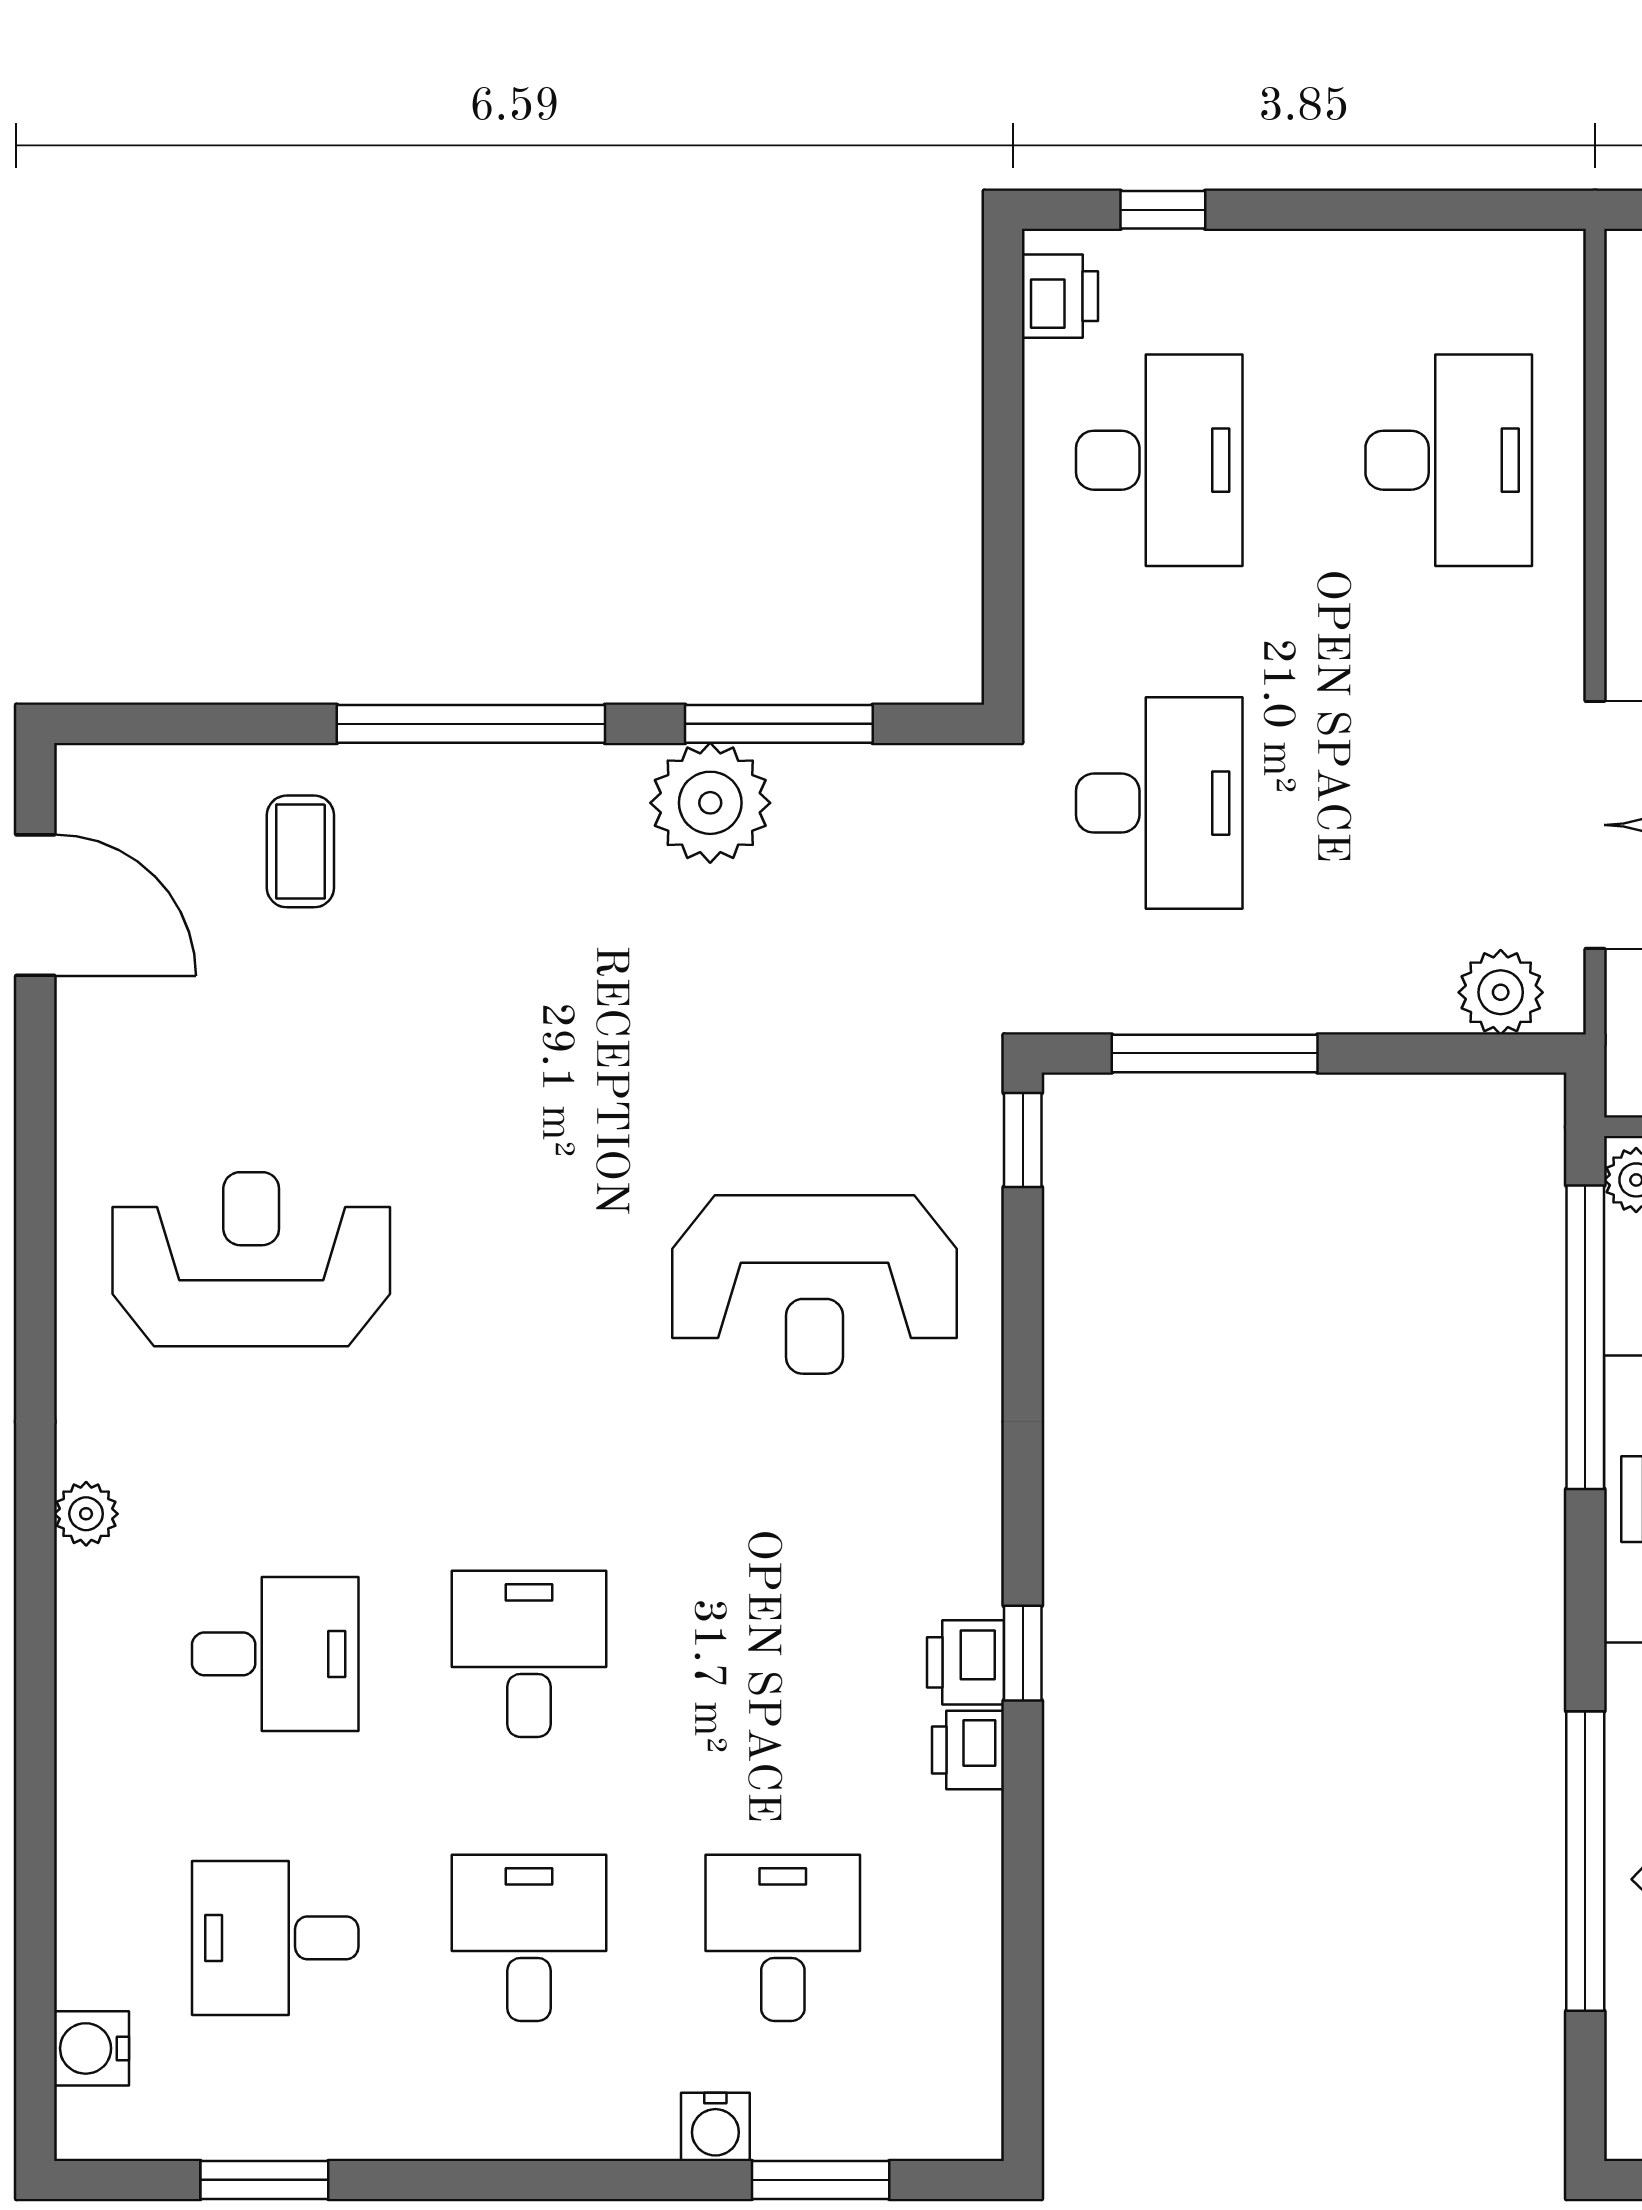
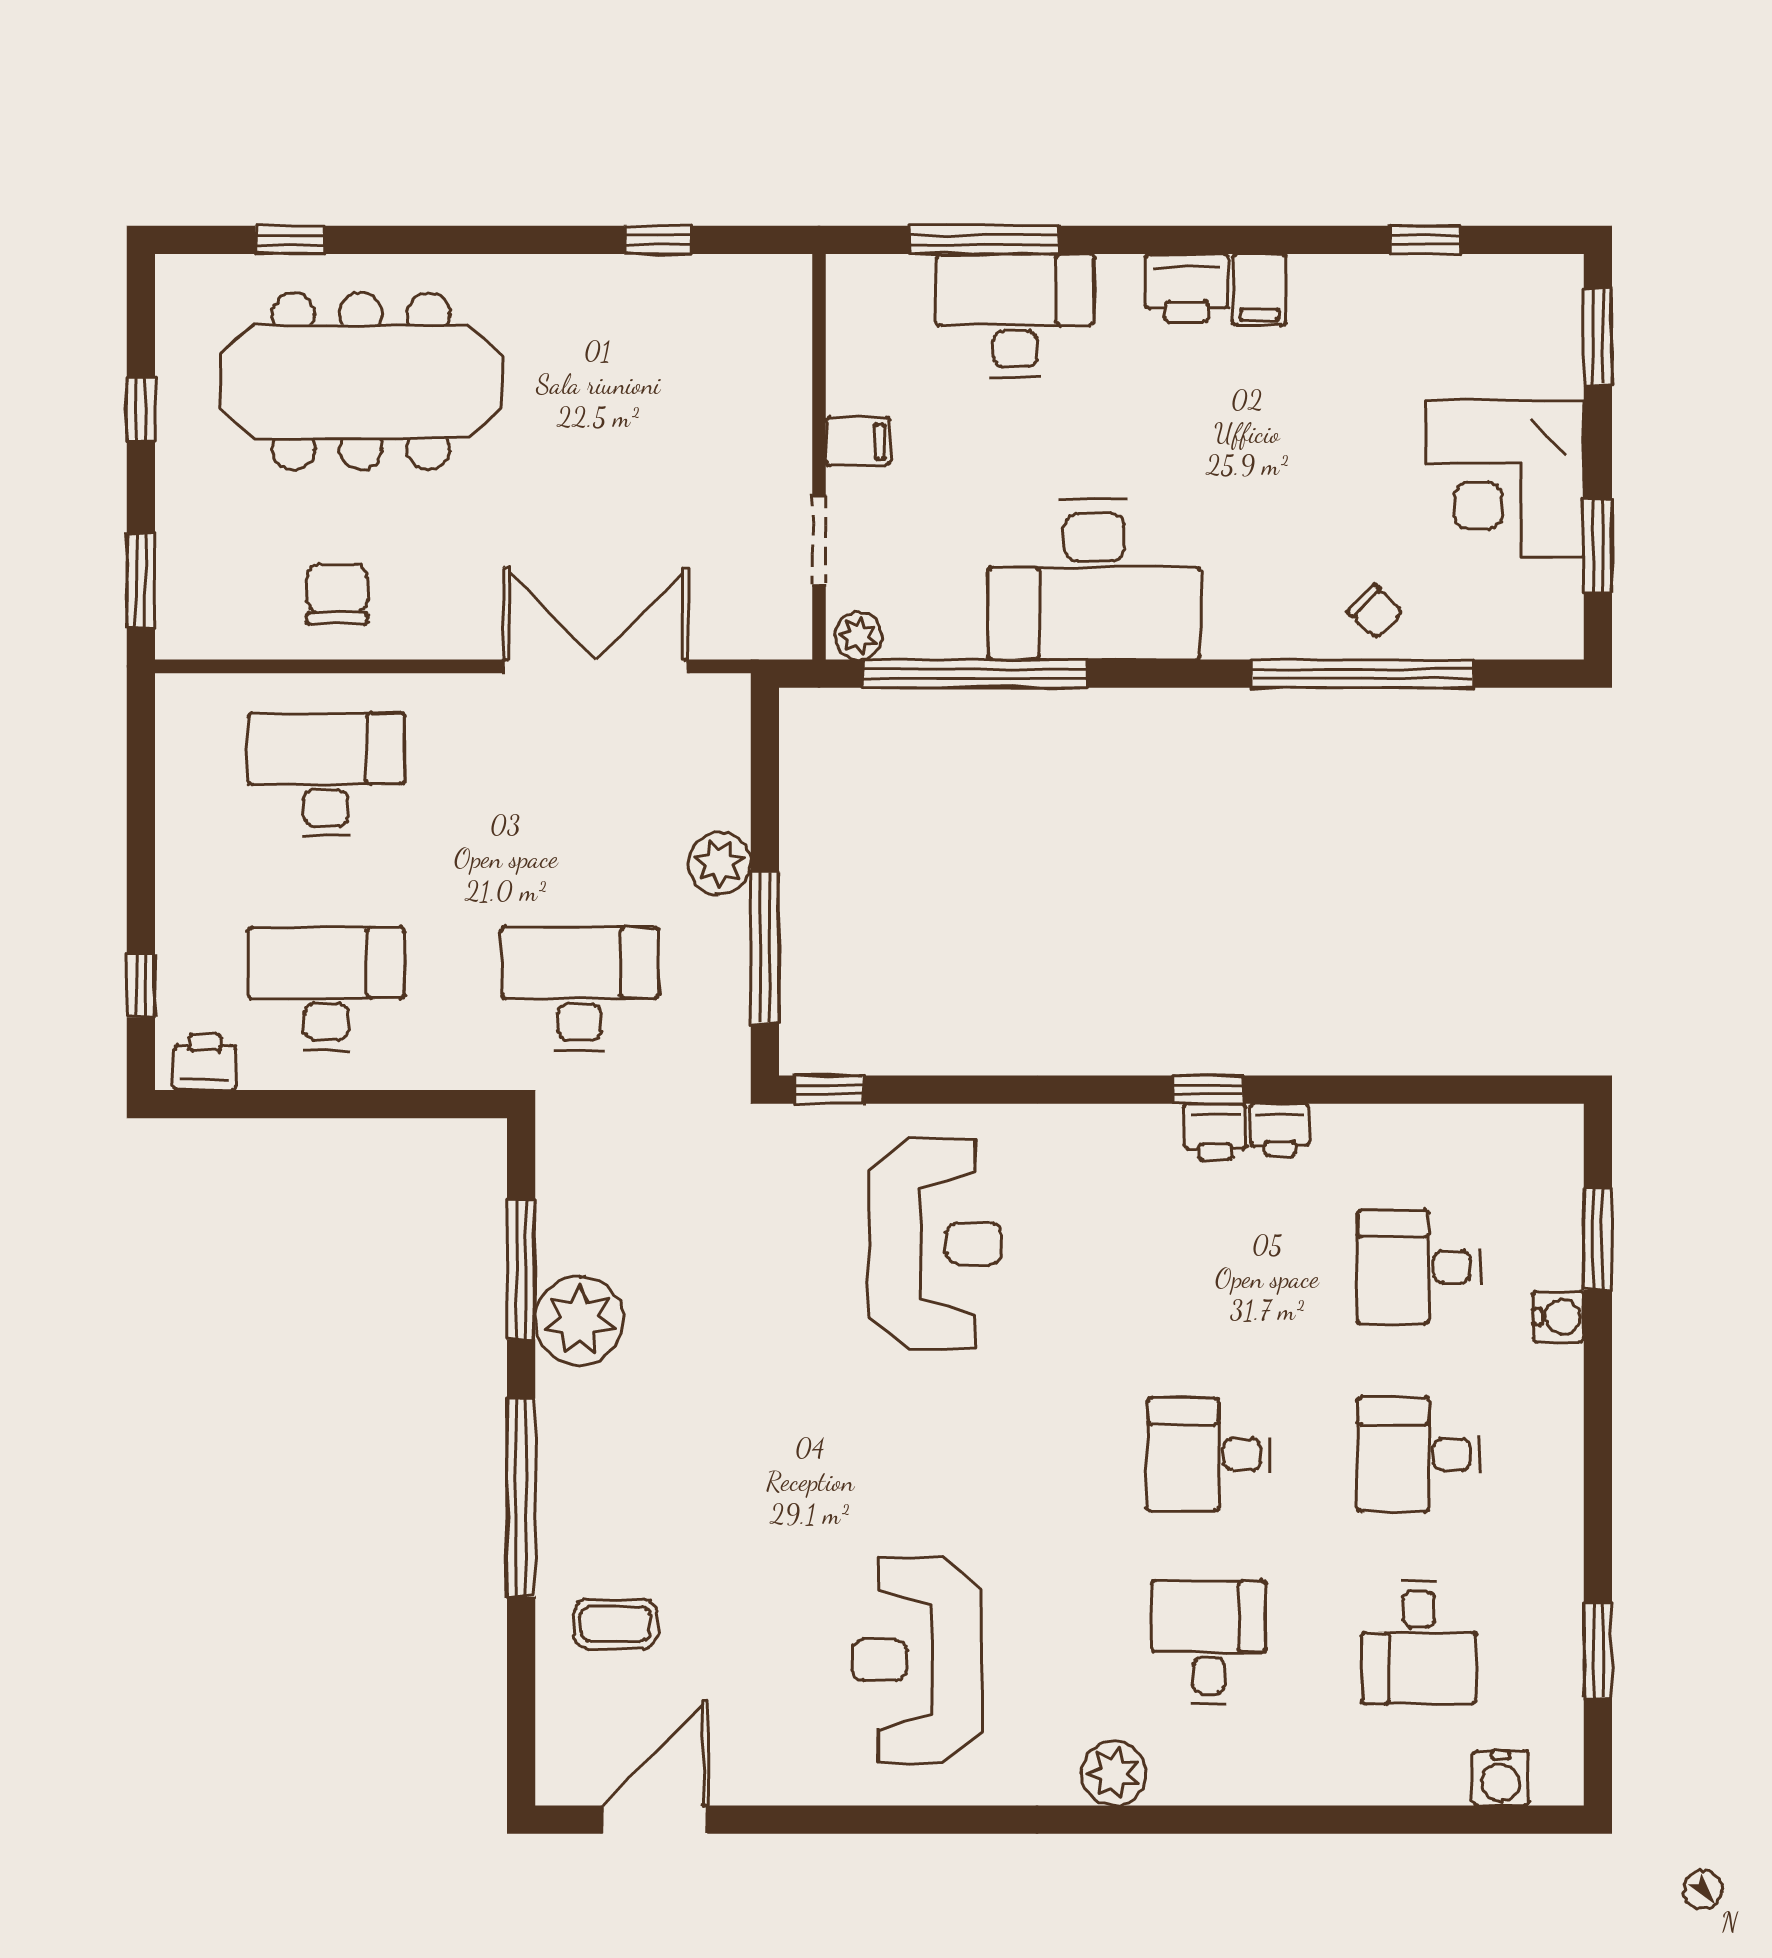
plant: (1501, 992) -> (720, 863), moved
plant: (86, 1514) -> (1114, 1773), width x1.38, depth x1.38

